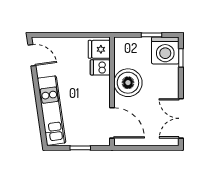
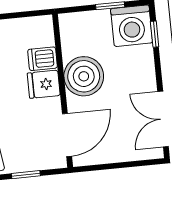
fridge: (99, 49) -> (44, 84), moved
door: (112, 123) -> (67, 135), hinge flipped

